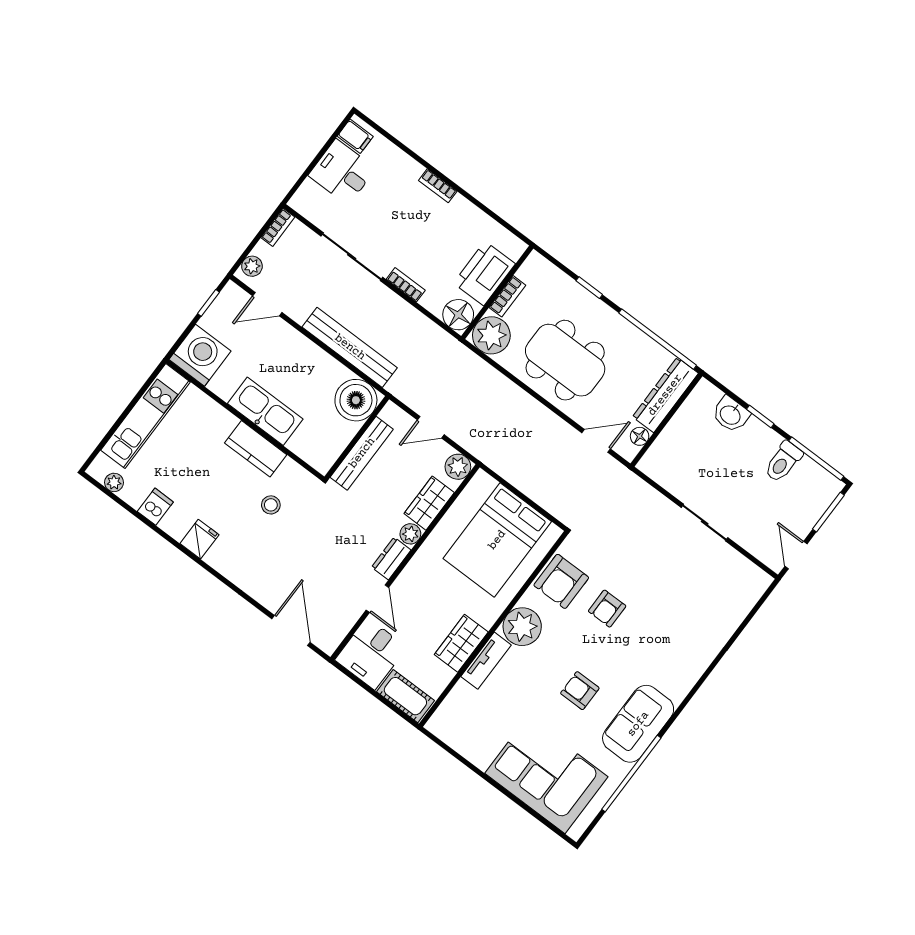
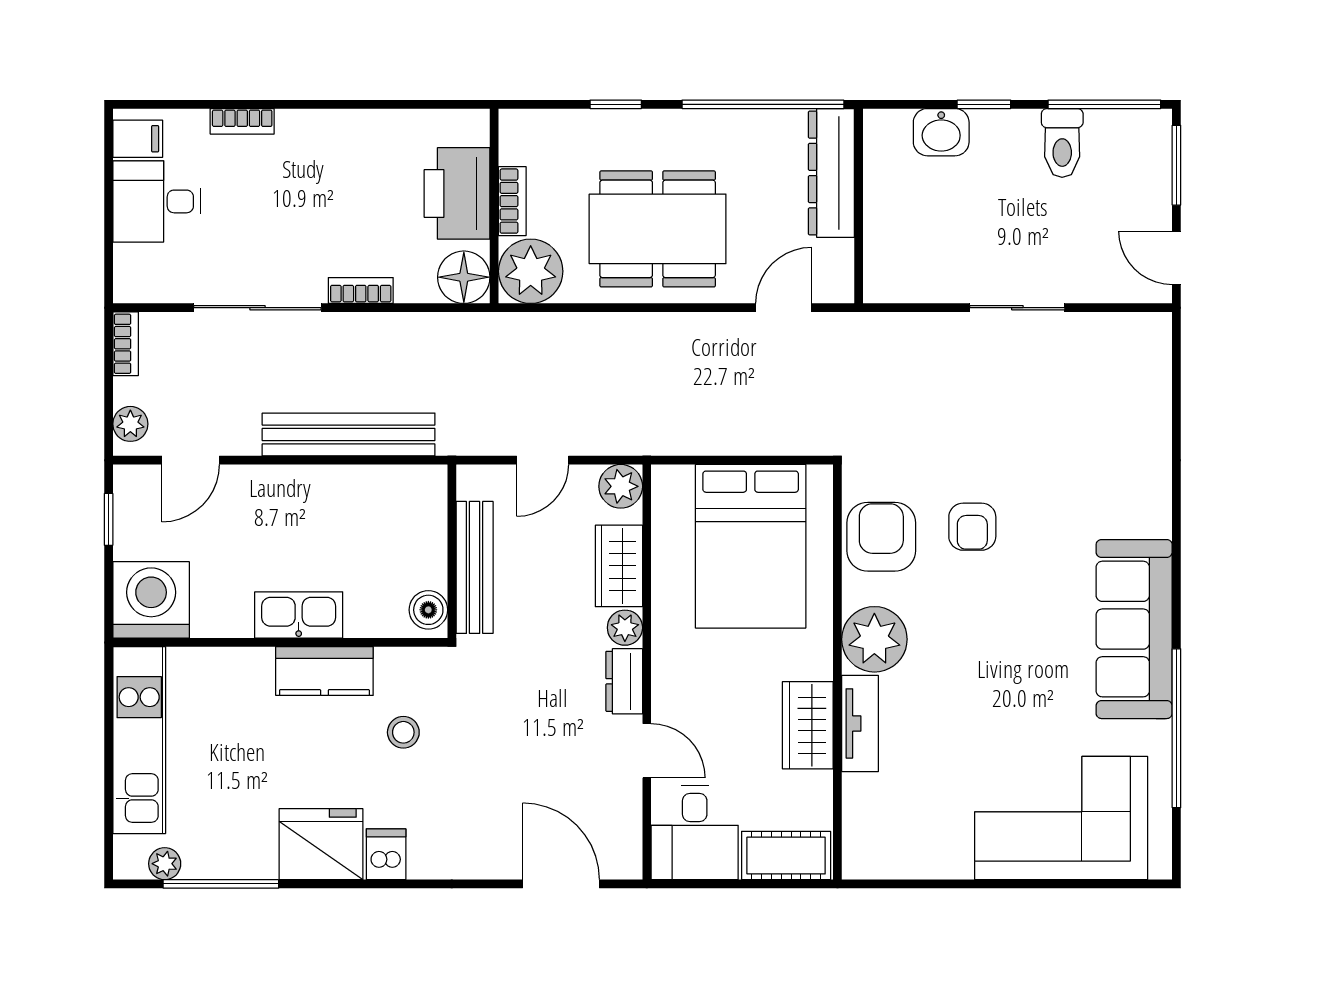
bookcase: (438, 186) -> (242, 121), moved
boiler: (356, 400) -> (428, 610), moved, width x0.54, depth x0.54
kitchen sink: (265, 411) -> (299, 615), width x0.73, depth x0.81
floor lamp: (640, 436) -> (839, 257), removed
dishwasher: (155, 507) -> (386, 854), moved
window: (133, 512) -> (221, 884), added
fridge: (199, 539) -> (321, 844), width x1.88, depth x1.34
armchair: (561, 581) -> (881, 537), turned 180
armchair: (580, 691) -> (1020, 668), removed
sofa: (638, 724) -> (1134, 629), width x1.36

